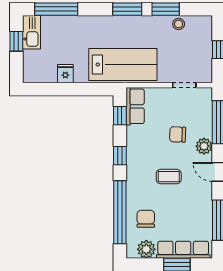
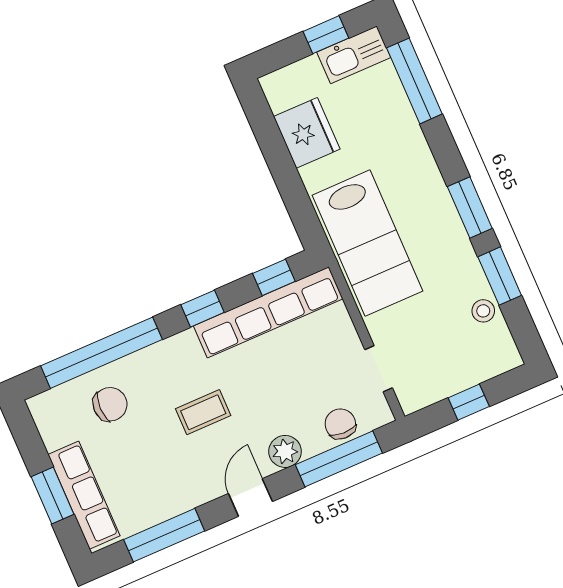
fridge: (65, 74) -> (307, 133), width x1.88, depth x1.34
row of seats: (135, 106) -> (268, 312), width x2.02
chair: (178, 134) -> (340, 424), moved
coffee table: (169, 177) -> (203, 412), turned 90
plant: (146, 249) -> (56, 429), removed

